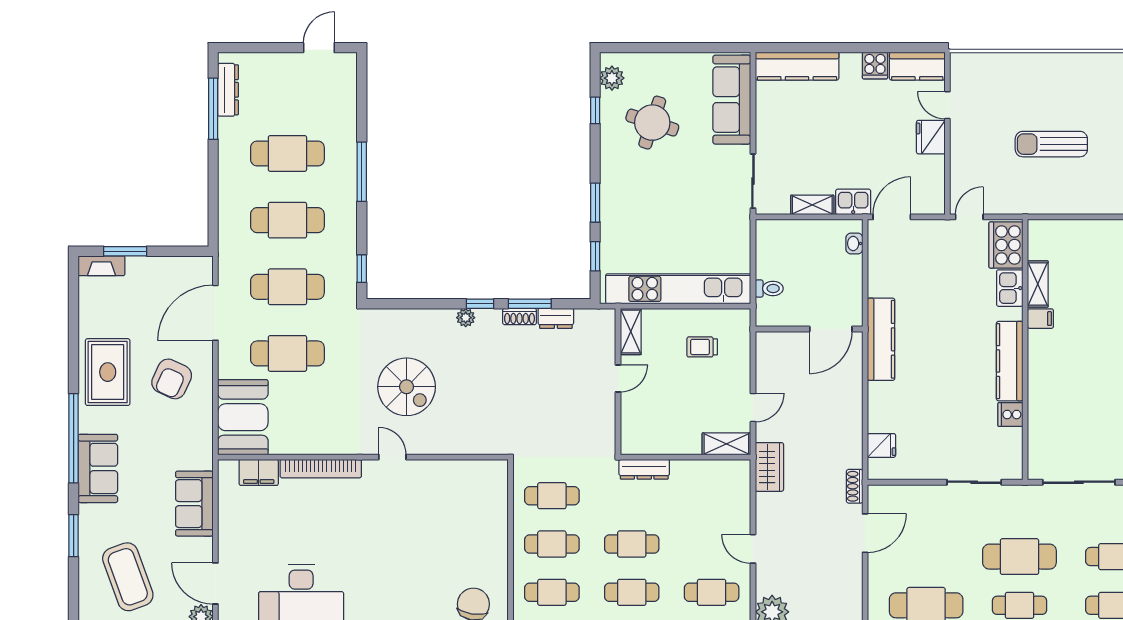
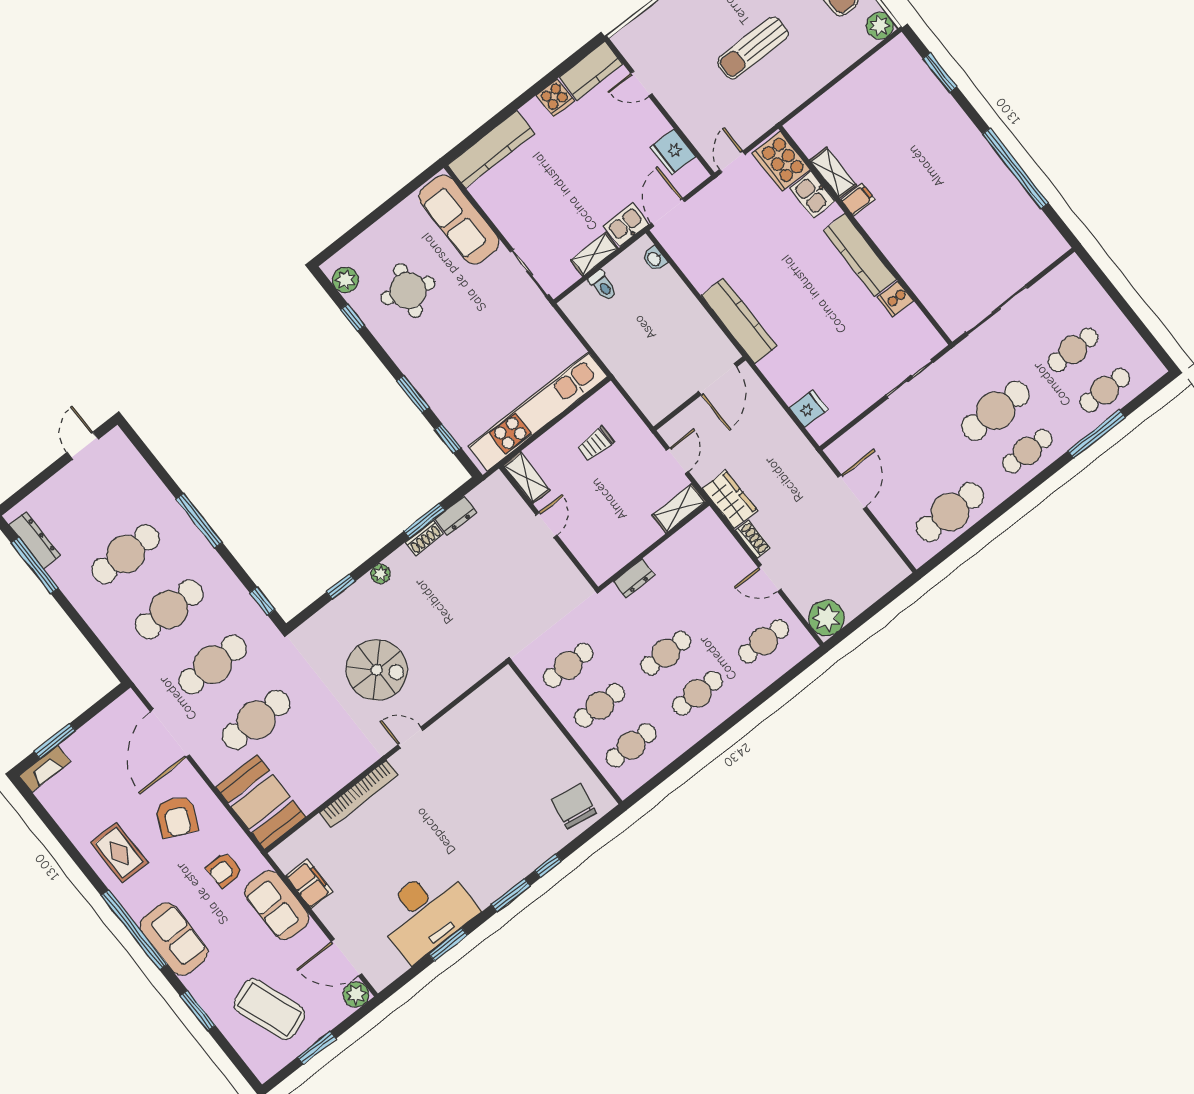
fridge: (931, 137) -> (673, 152), moved
toilet: (769, 289) -> (603, 286), moved, turned 90
window: (480, 304) -> (341, 587), moved
wall: (809, 329) -> (699, 393), moved
door: (831, 329) -> (718, 379), moved
rug: (108, 372) -> (119, 853), width x0.73, depth x0.70
armchair: (176, 447) -> (224, 870), added
dresser: (644, 469) -> (634, 578), width x0.70
filing cabinet: (259, 472) -> (309, 884), moved, turned -90
shoe rack: (855, 486) -> (753, 539), moved, turned 180

